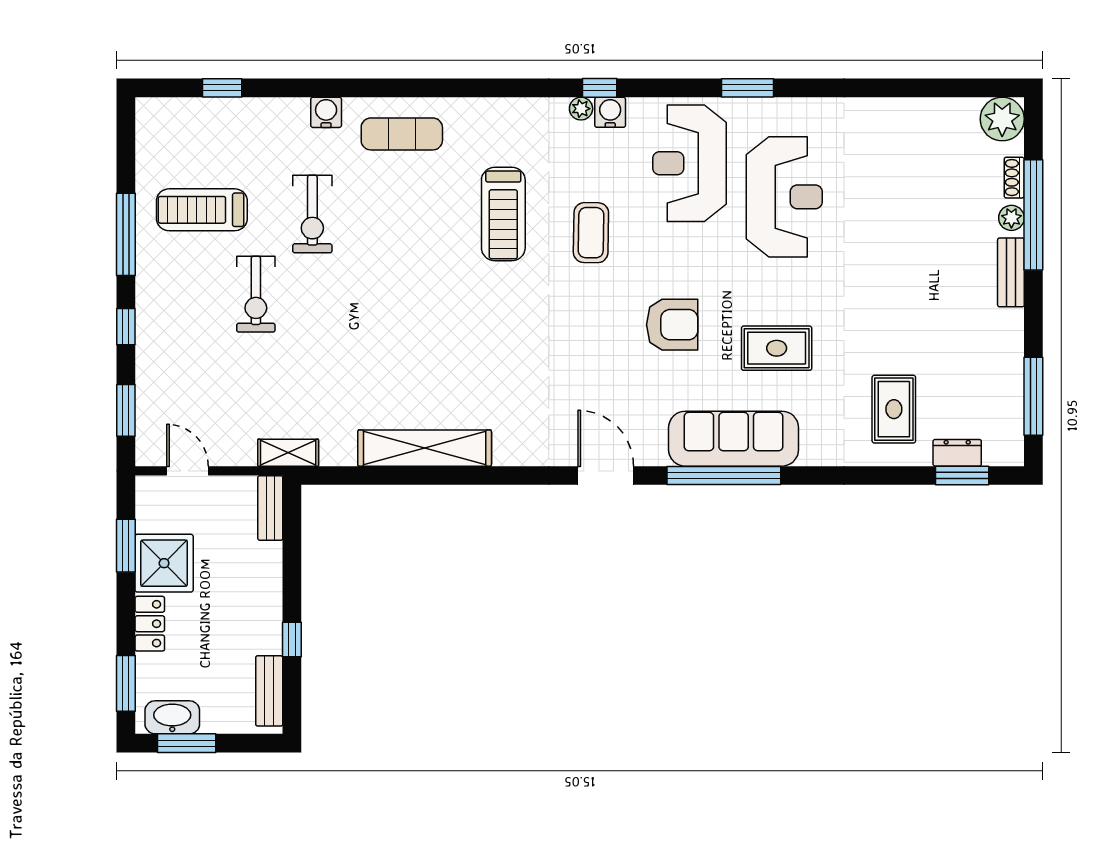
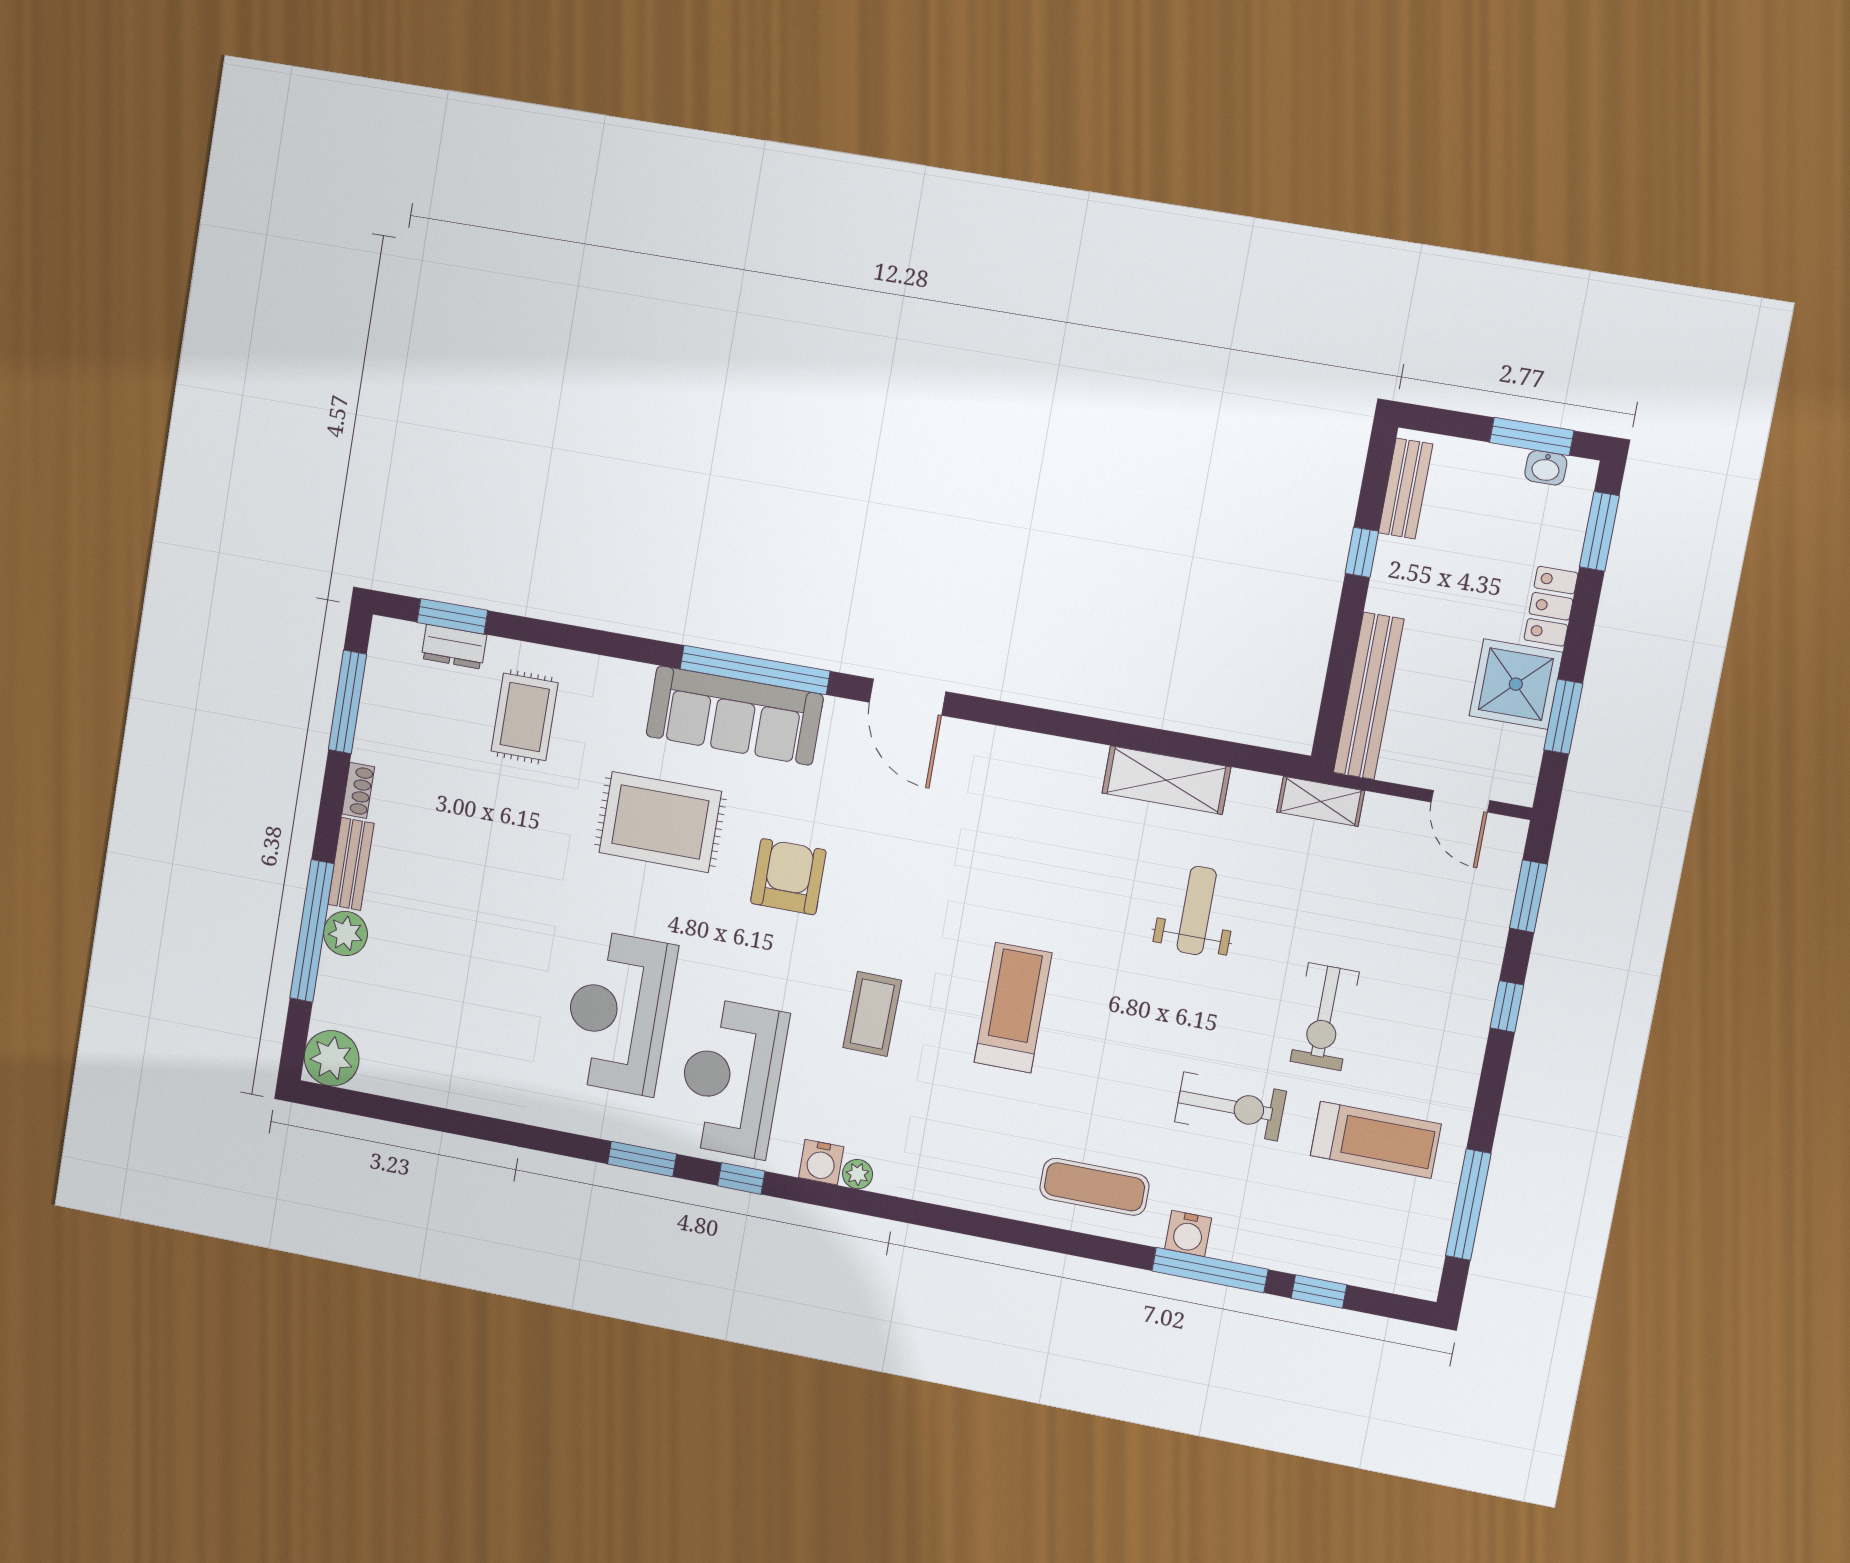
window: (305, 88) -> (1210, 1270), added
window: (600, 88) -> (741, 1178), moved
reception desk: (689, 163) -> (731, 1078), turned 180
shoe rack: (1014, 178) -> (358, 790), moved
exercise bike: (312, 214) -> (1230, 1106), turned 90
treadmill: (503, 214) -> (1013, 1008), moved
plant: (1011, 218) -> (345, 933), width x1.38, depth x1.38
window: (126, 234) -> (1468, 1205), moved
exercise bike: (256, 294) -> (1325, 1017), turned 180
armchair: (672, 325) -> (788, 877), turned 90
rug: (777, 348) -> (660, 822), width x1.36, depth x1.43
weight bench: (364, 355) -> (1197, 911), added
shelving: (425, 448) -> (1166, 780), width x0.68
bench: (270, 508) -> (1369, 696), width x1.86, depth x1.21
washbasin: (172, 717) -> (1546, 468), width x0.52, depth x0.69

